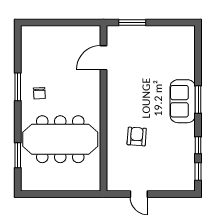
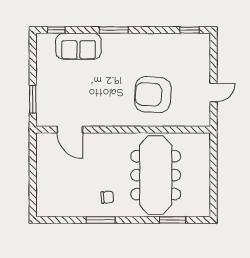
sofa: (183, 101) -> (78, 46), moved
armchair: (137, 136) -> (153, 95), width x1.88, depth x1.88
window: (198, 145) -> (56, 30), moved

